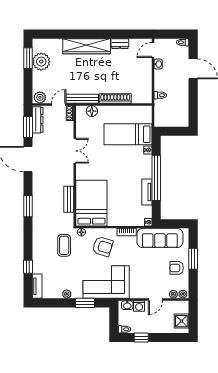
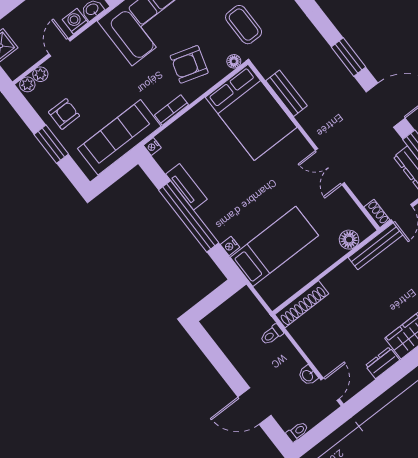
shoe rack: (115, 98) -> (302, 304), moved
window: (28, 206) -> (348, 57), moved

